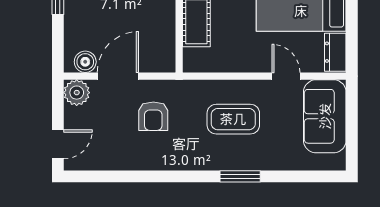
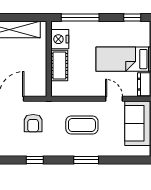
window: (156, 176) -> (35, 160), added

